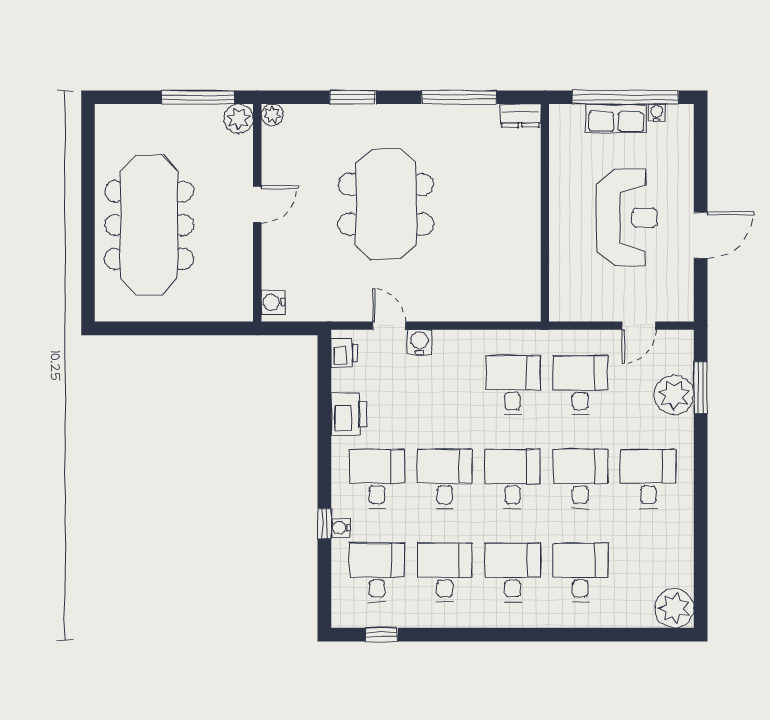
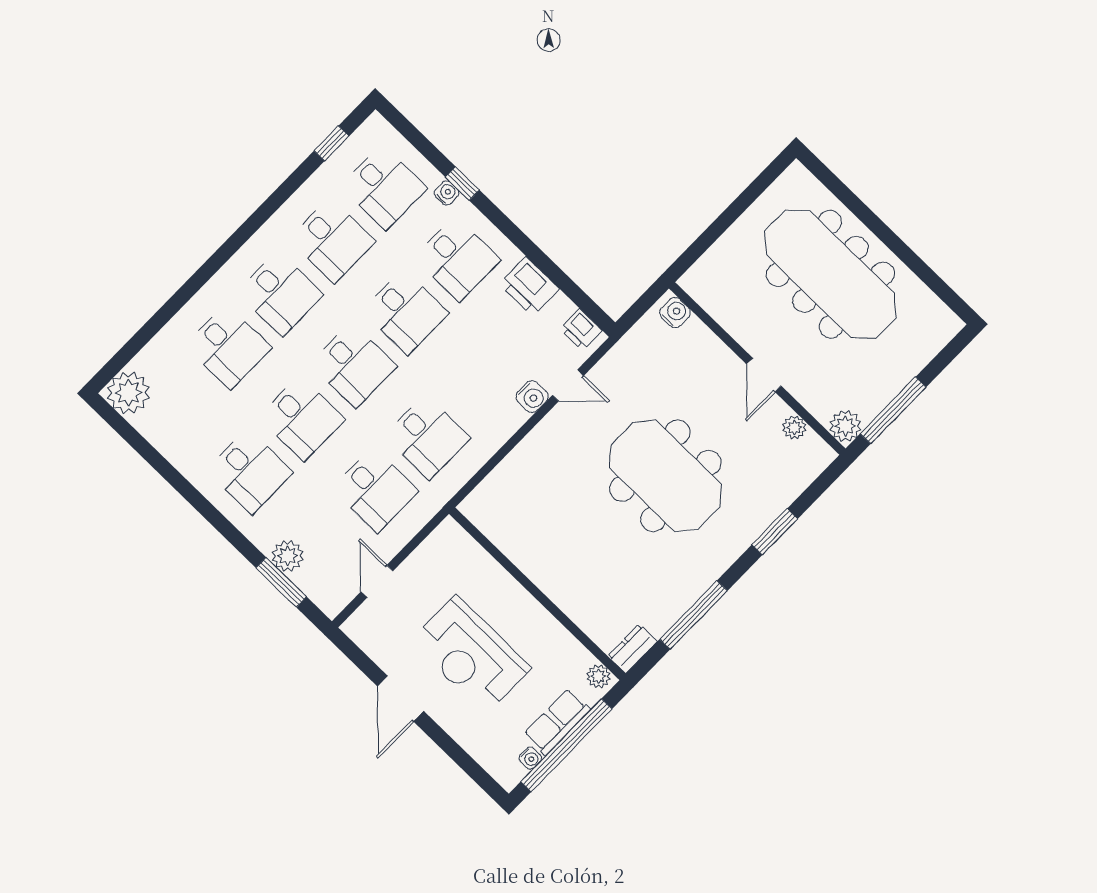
plant: (272, 115) -> (794, 427), moved
plant: (560, 120) -> (598, 676), added
plant: (674, 395) -> (288, 556), width x0.73, depth x0.73

